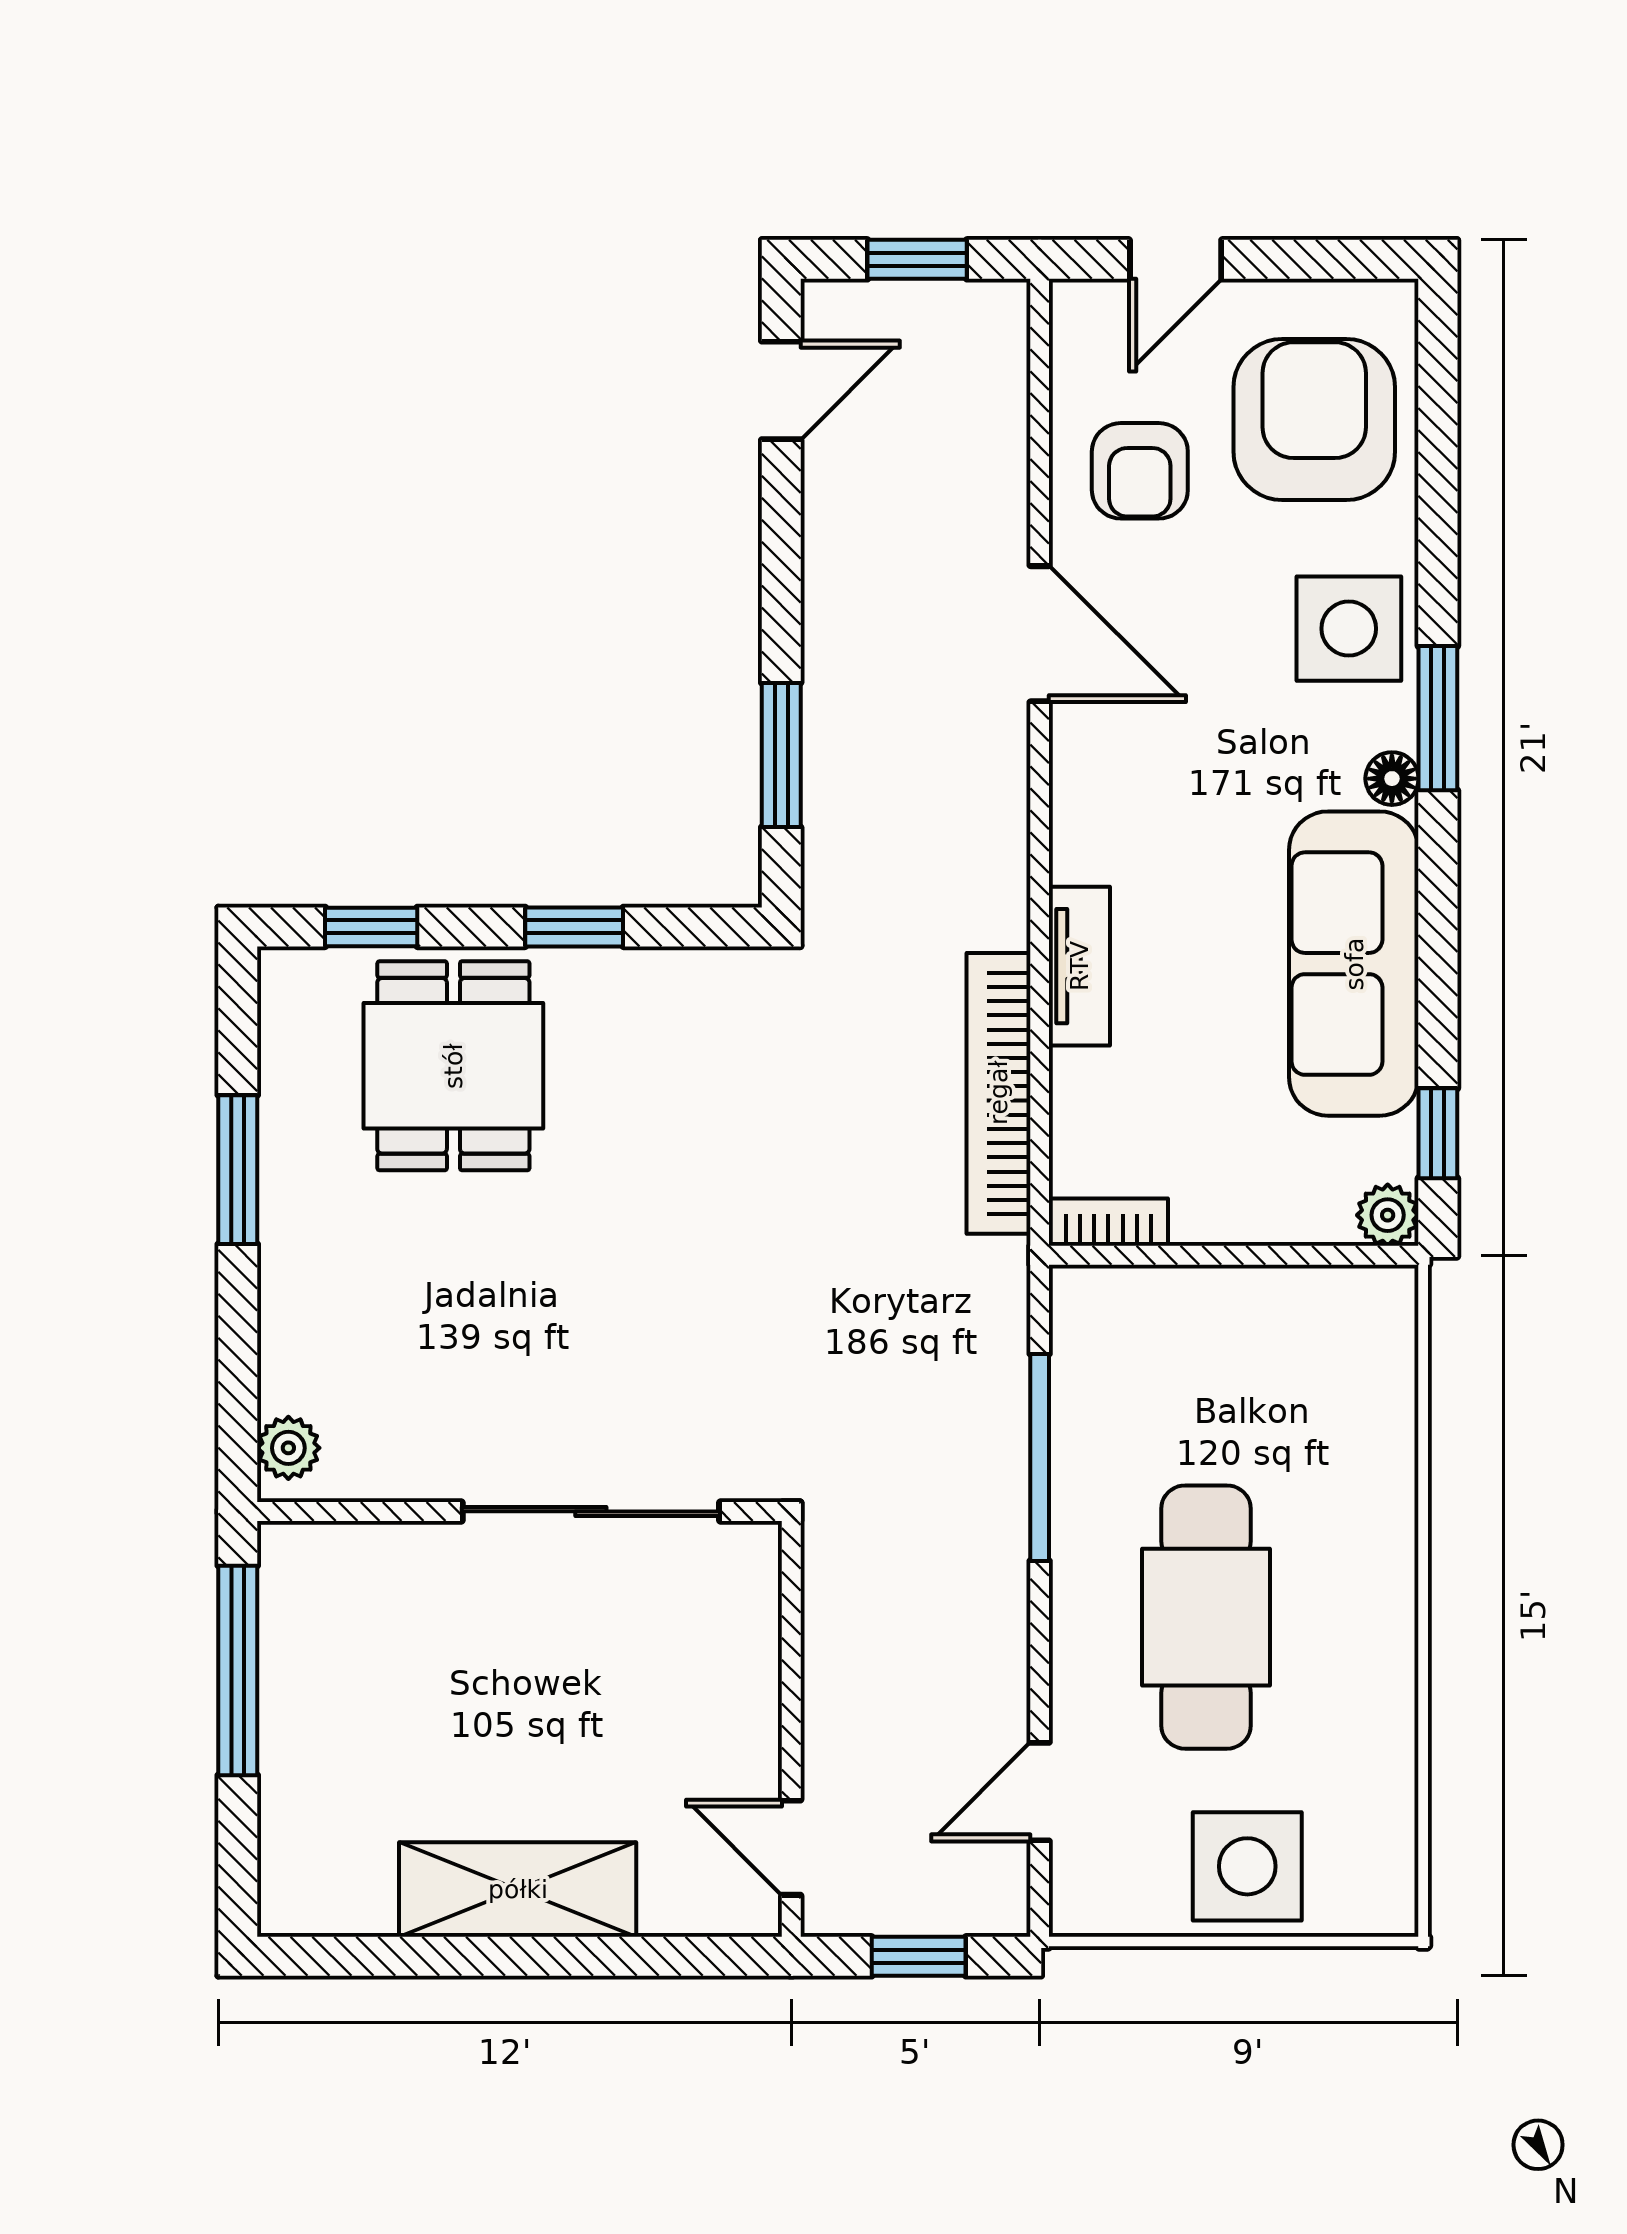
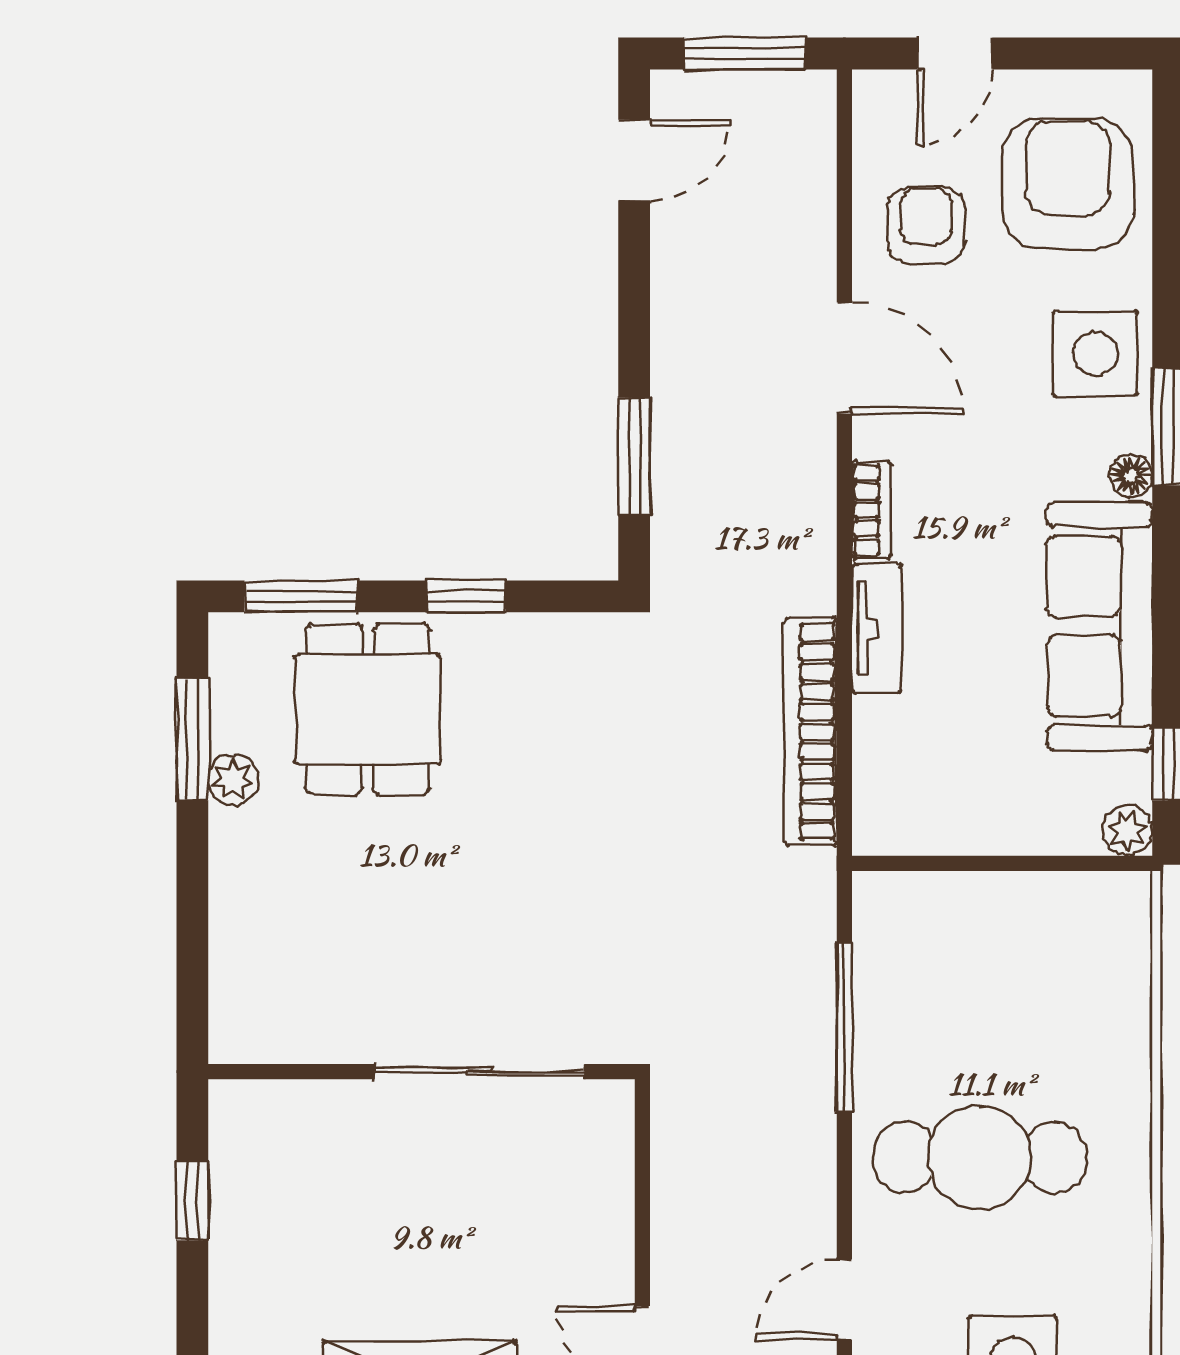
window: (917, 259) -> (745, 53), width x1.50
armchair: (1140, 471) -> (926, 225), turned 180
window: (371, 927) -> (301, 596), width x1.50
window: (238, 1170) -> (192, 740), moved
bookcase: (1108, 1222) -> (871, 510), moved, turned 90
plant: (288, 1448) -> (234, 779), moved
cafe table: (1206, 1617) -> (980, 1157), turned 90
window: (238, 1670) -> (192, 1201), width x0.46

